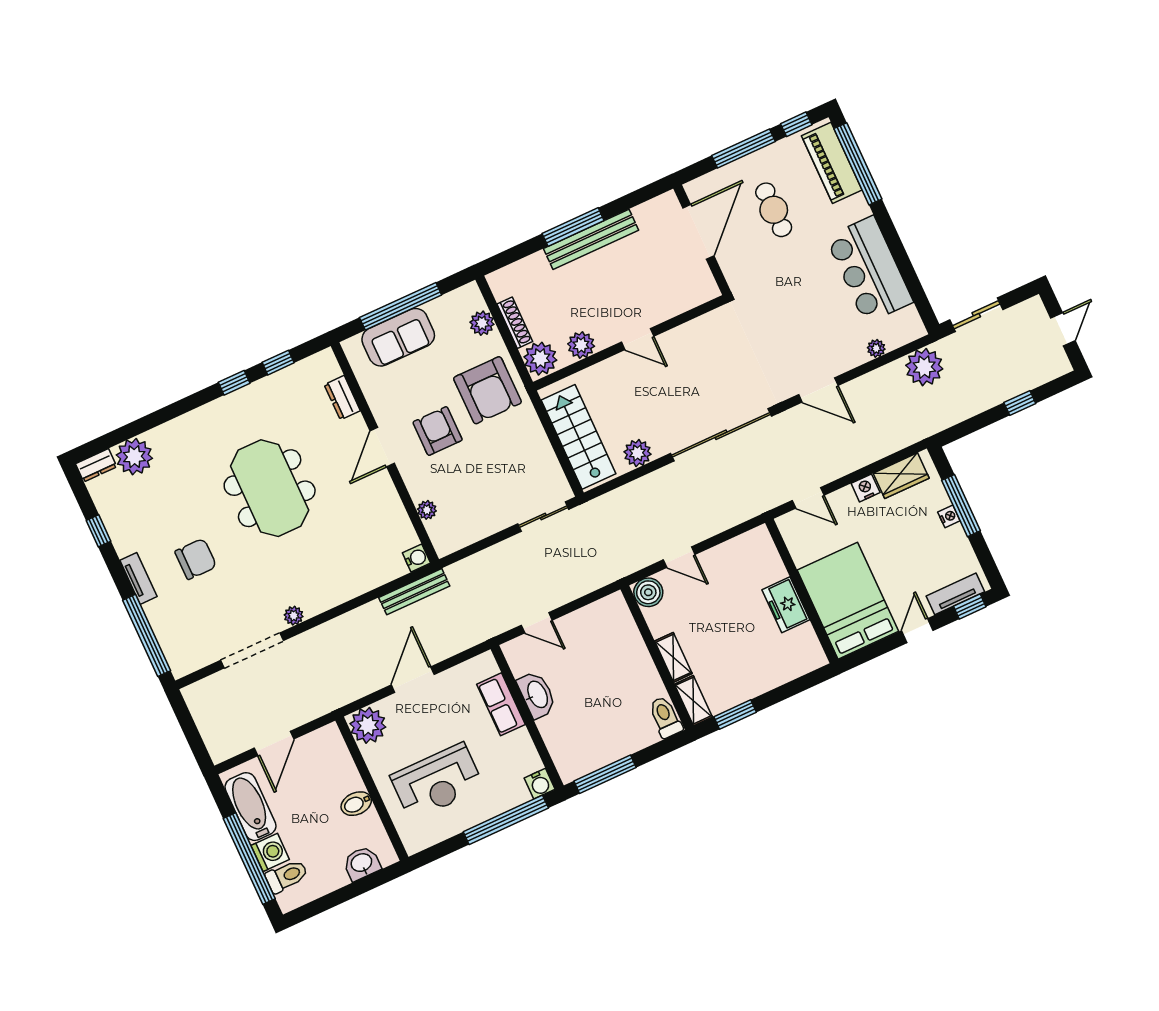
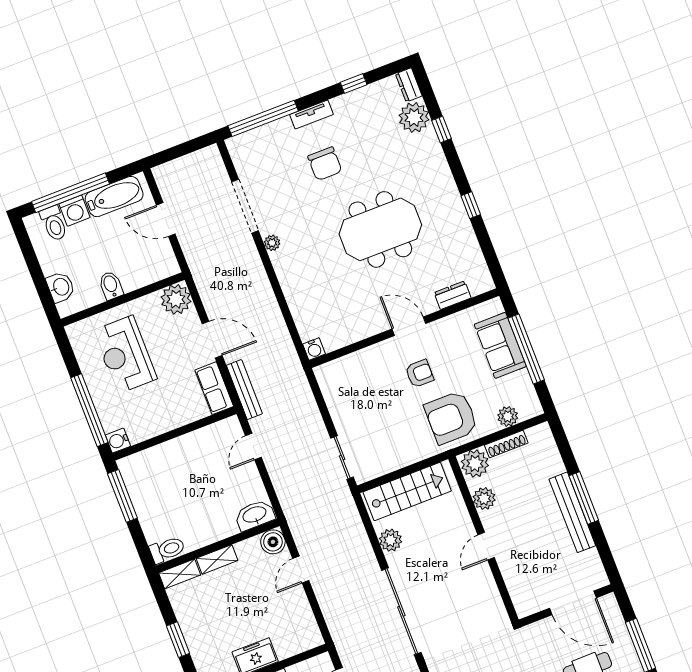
window: (278, 363) -> (441, 130), moved
armchair: (438, 431) -> (419, 373), width x0.72, depth x0.72
plant: (427, 510) -> (354, 360), removed
bench: (414, 592) -> (244, 390), moved
washbasin: (537, 695) -> (255, 515), moved, turned 180
row of seats: (501, 704) -> (214, 388), moved, turned -90
window: (735, 714) -> (178, 640), moved

